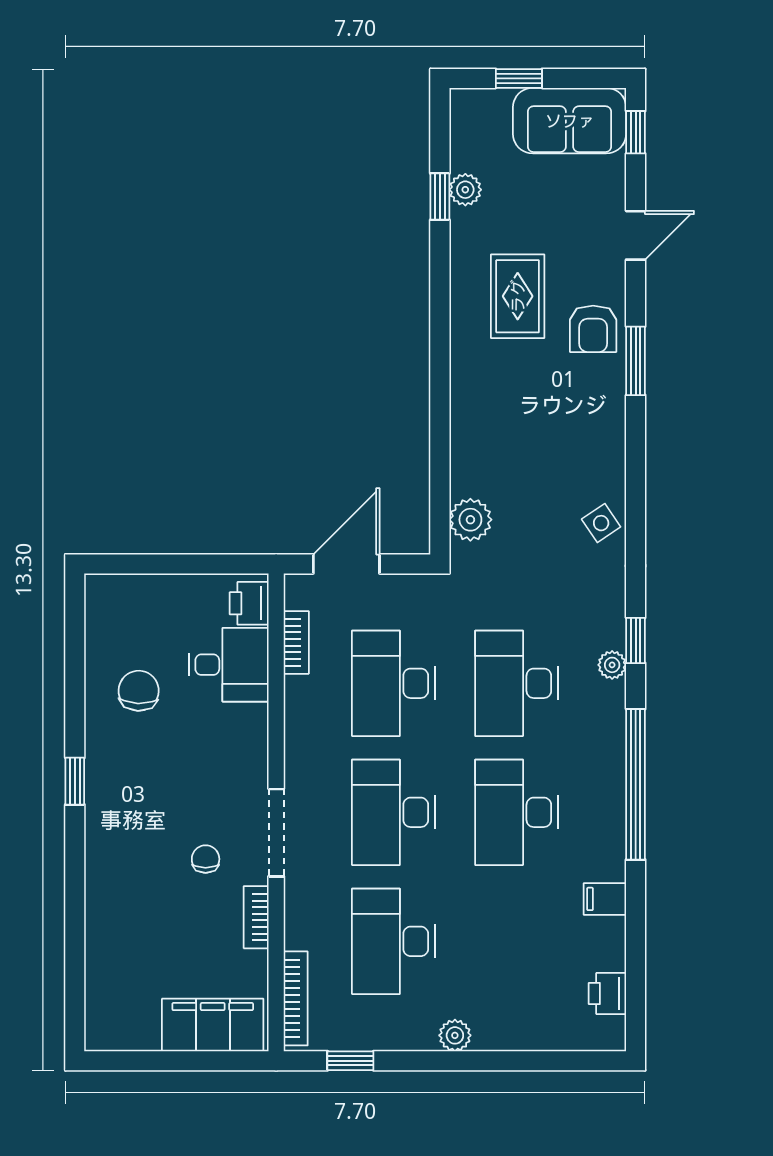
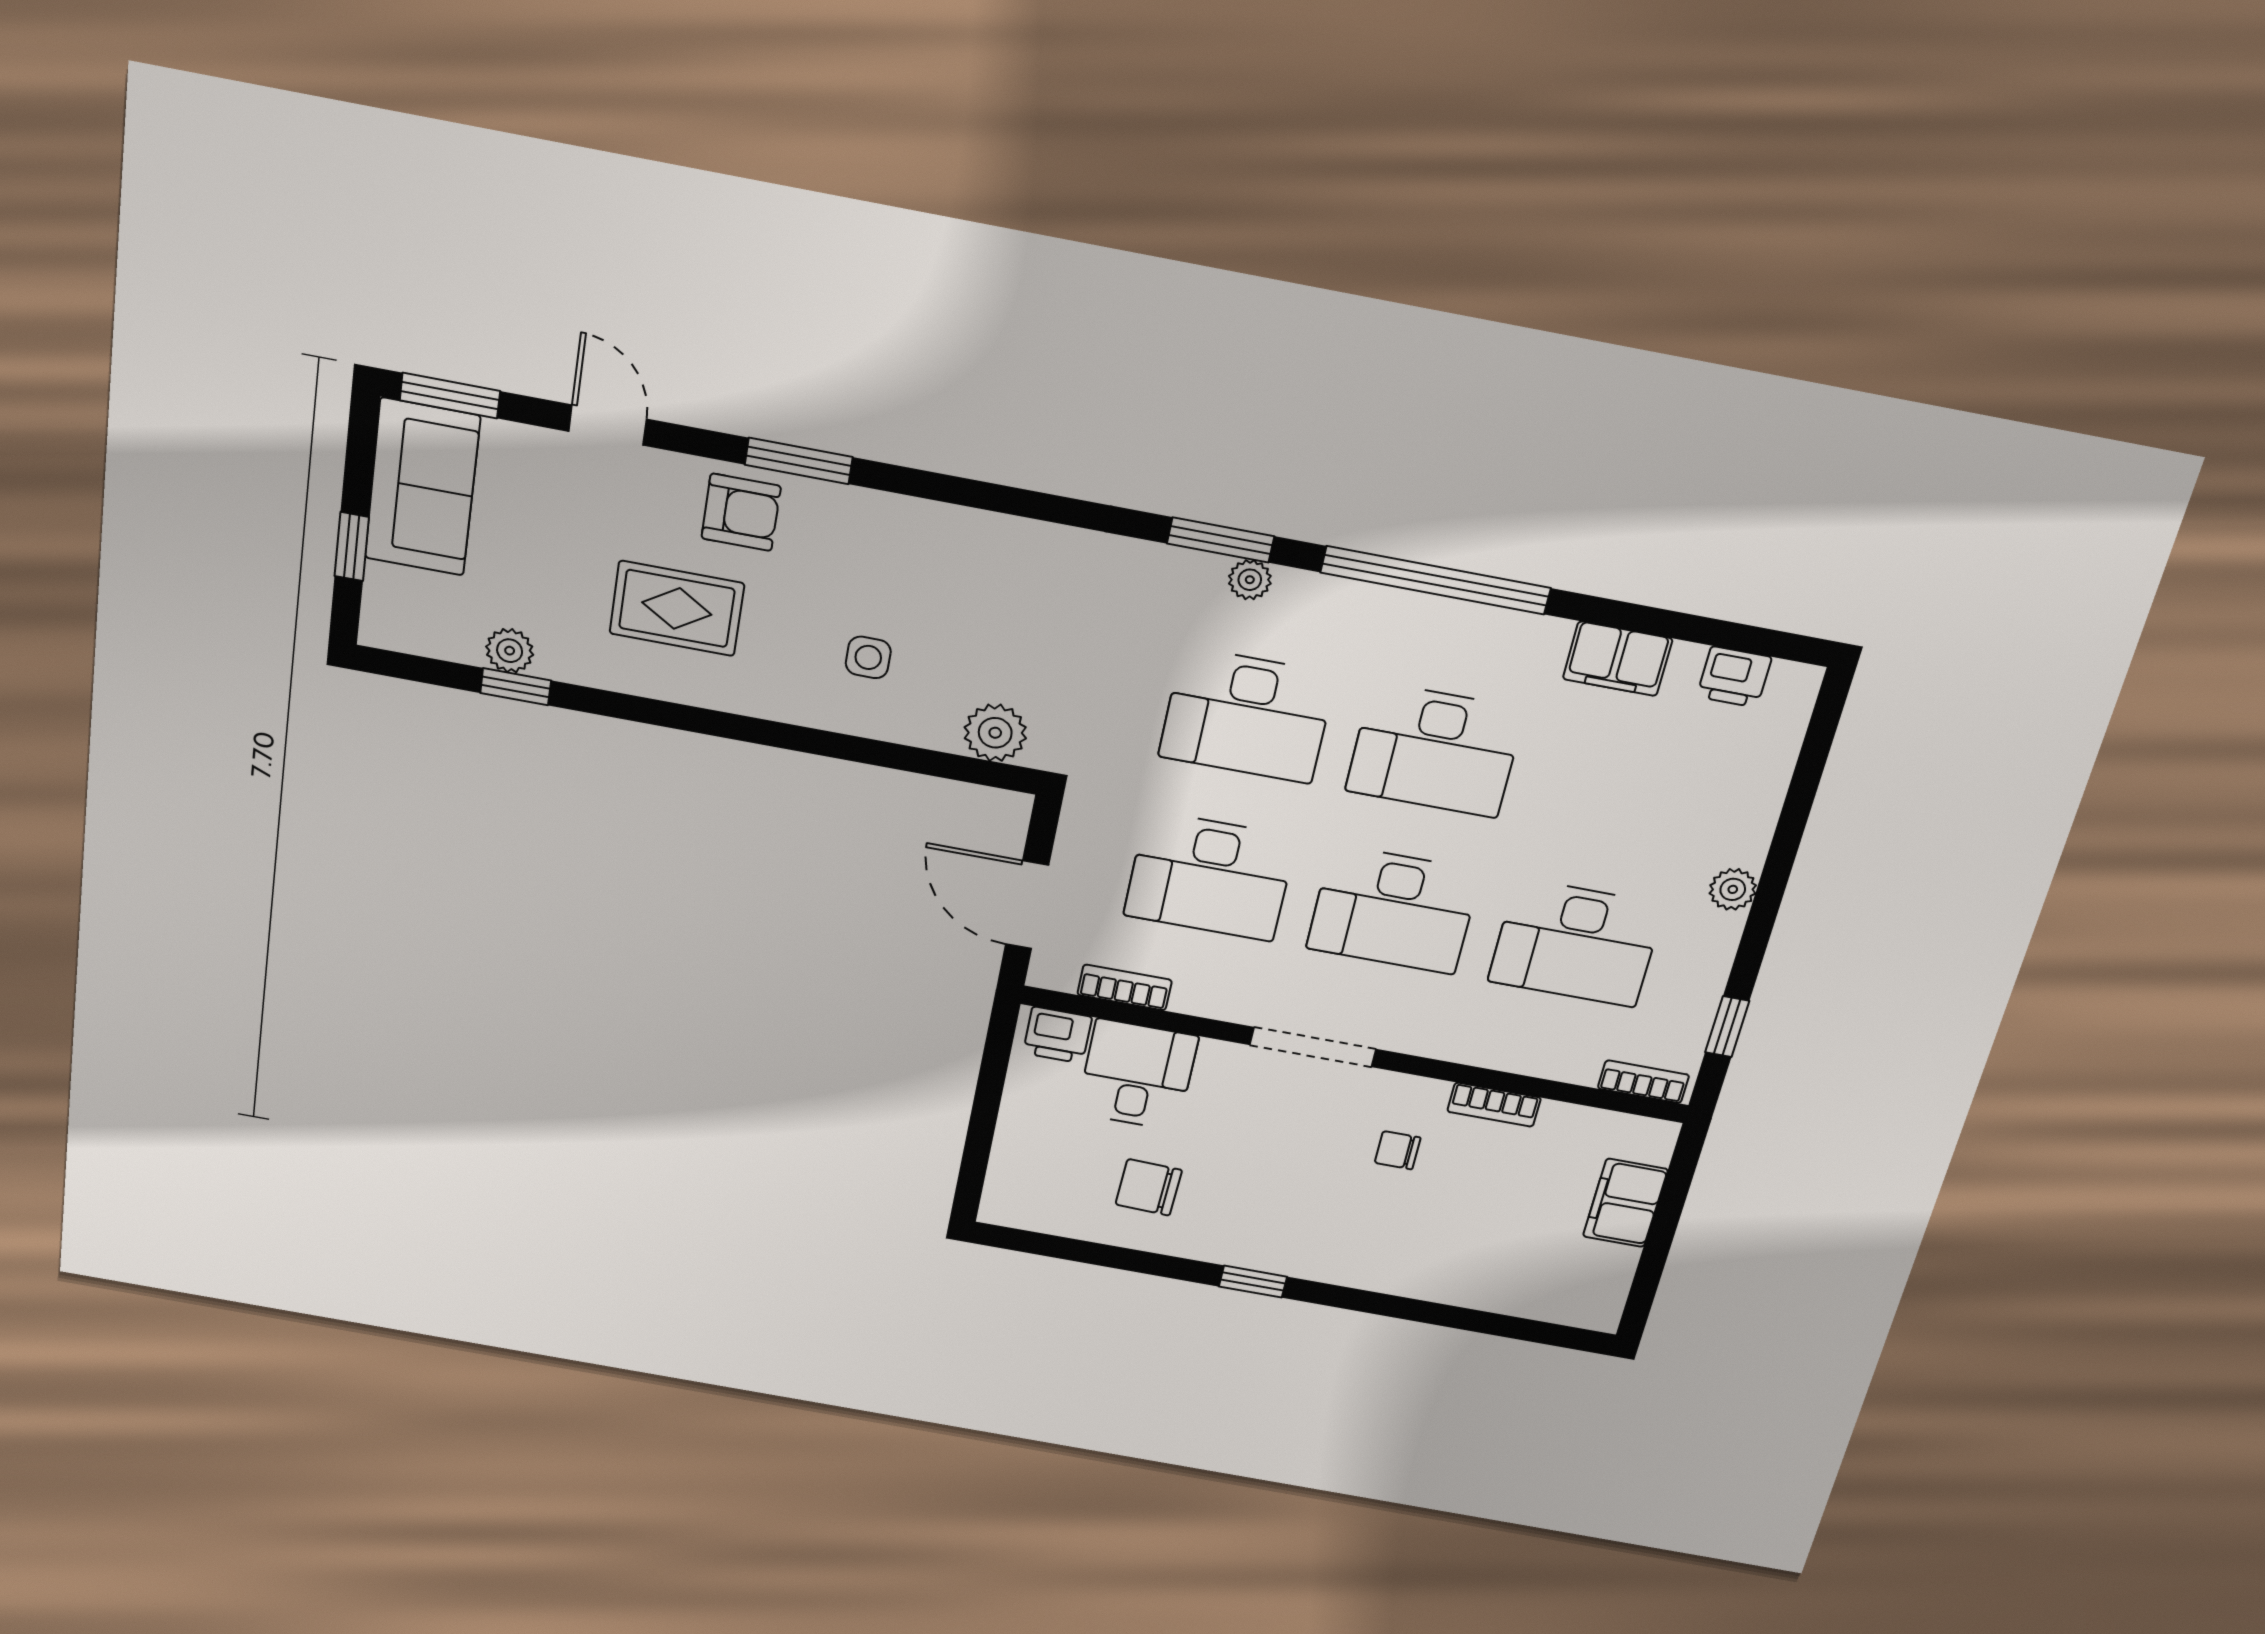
window: (636, 132) -> (450, 396), width x1.50
side table: (601, 523) -> (868, 657), moved, turned 34
window: (636, 640) -> (1221, 540), width x1.50
doorway: (276, 833) -> (1313, 1047), moved
filing cabinet: (605, 899) -> (1618, 659), width x2.00
bookcase: (296, 998) -> (1643, 1082), width x0.64
filing cabinet: (213, 1025) -> (1625, 1203), width x0.67, depth x0.86

